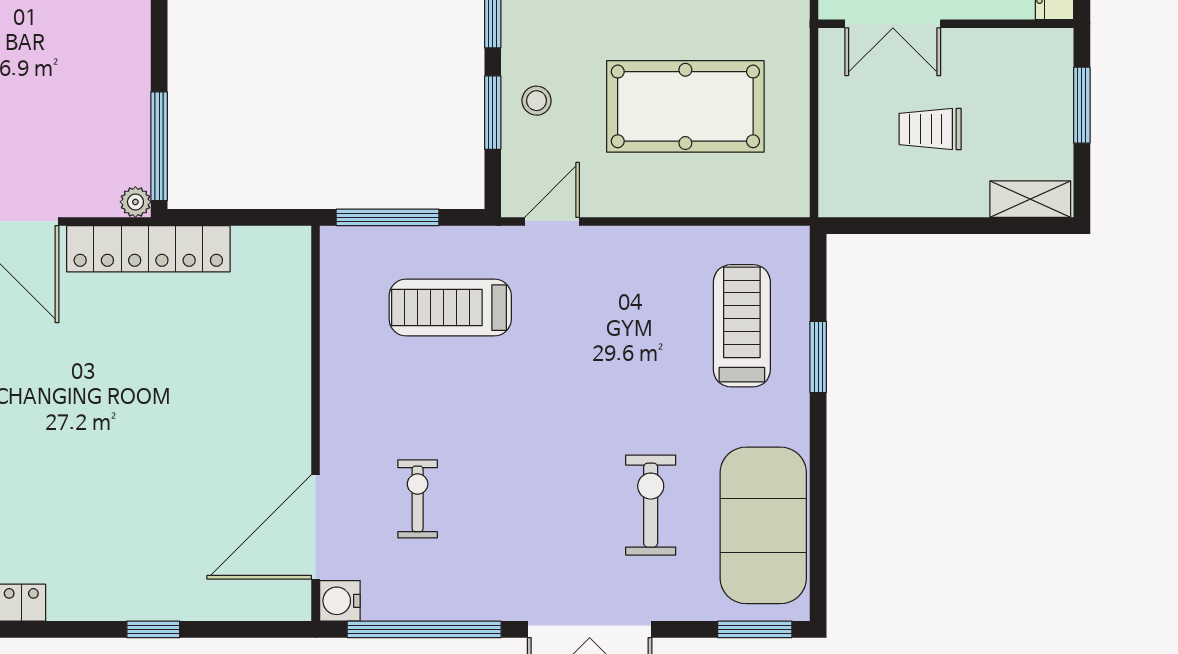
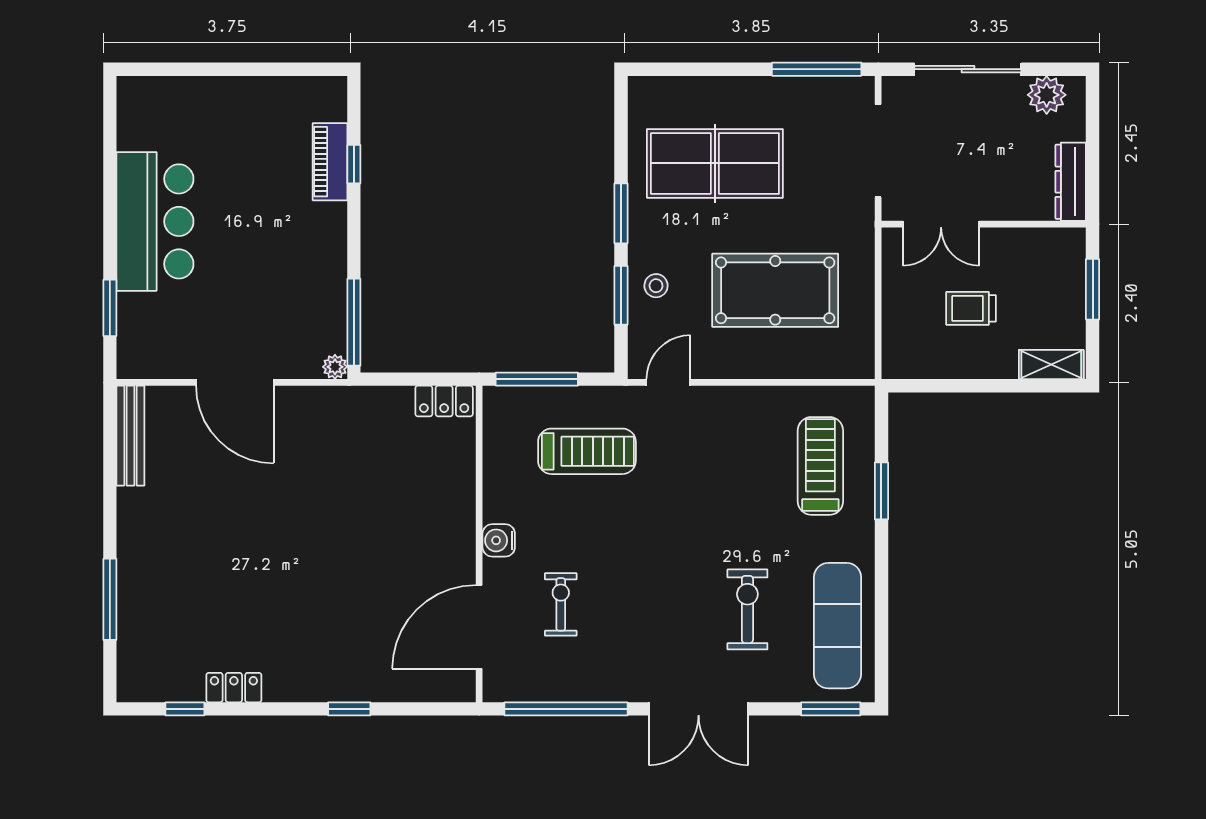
locker: (148, 249) -> (444, 401), moved, width x0.46, depth x0.83
treadmill: (450, 308) -> (587, 451), turned 180
exercise mat: (763, 525) -> (837, 626), width x0.68
water cooler: (340, 601) -> (499, 540), moved

